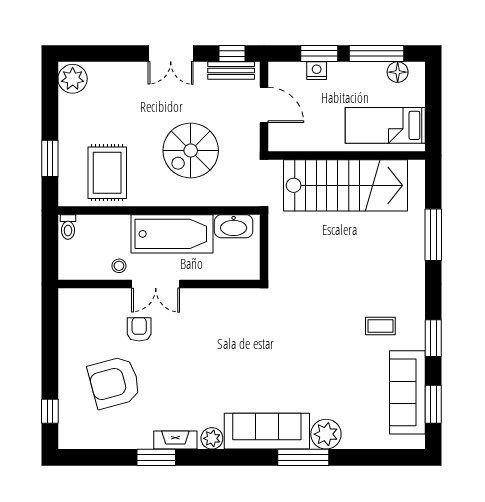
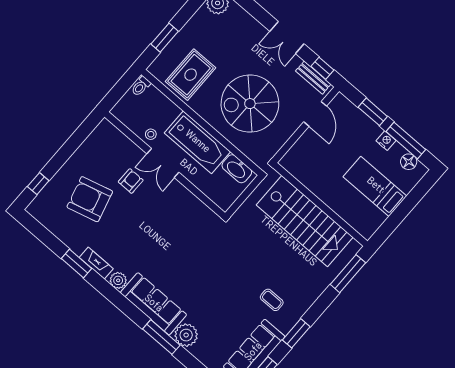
nightstand: (317, 71) -> (386, 141), moved
spiral stairs: (191, 151) -> (250, 104), width x1.37, depth x1.37
wall: (347, 155) -> (320, 204), moved
stairs: (346, 185) -> (305, 221), moved

